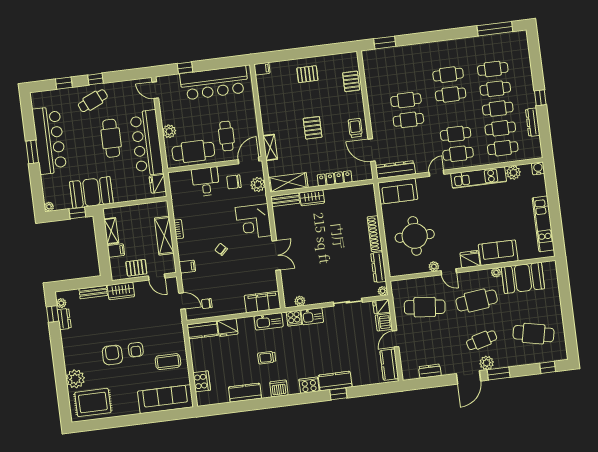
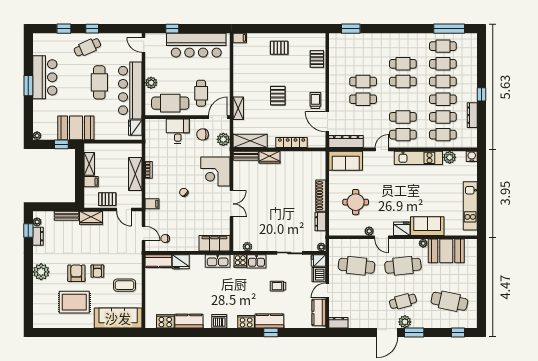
cafe table: (490, 49) -> (443, 46), added
bar counter: (49, 140) -> (45, 77), width x0.73
round table: (415, 236) -> (356, 202), width x0.73, depth x0.73
dresser: (379, 267) -> (320, 221), width x0.70
trolley: (267, 358) -> (278, 286), moved
dresser: (430, 371) -> (338, 323), moved
plant: (75, 379) -> (41, 272), moved
cooker: (202, 381) -> (165, 321), moved, turned -90
rug: (93, 402) -> (74, 302), moved

